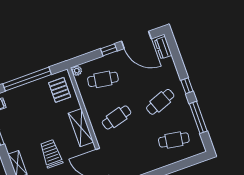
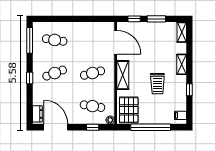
window: (109, 50) -> (93, 127), moved
pallet: (60, 90) -> (129, 110), width x1.50, depth x1.42
window: (198, 117) -> (30, 40), moved
trolley: (51, 154) -> (157, 84), moved

